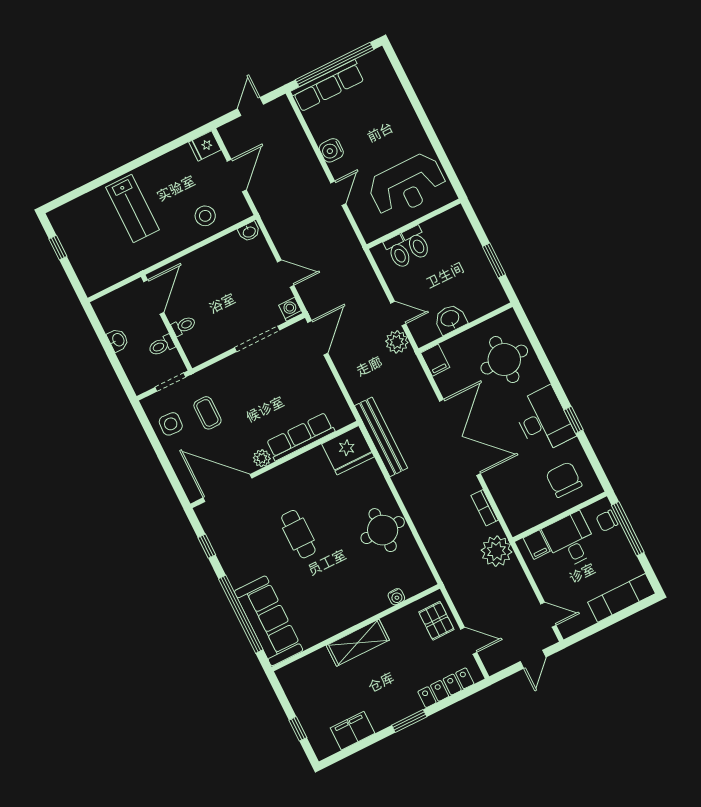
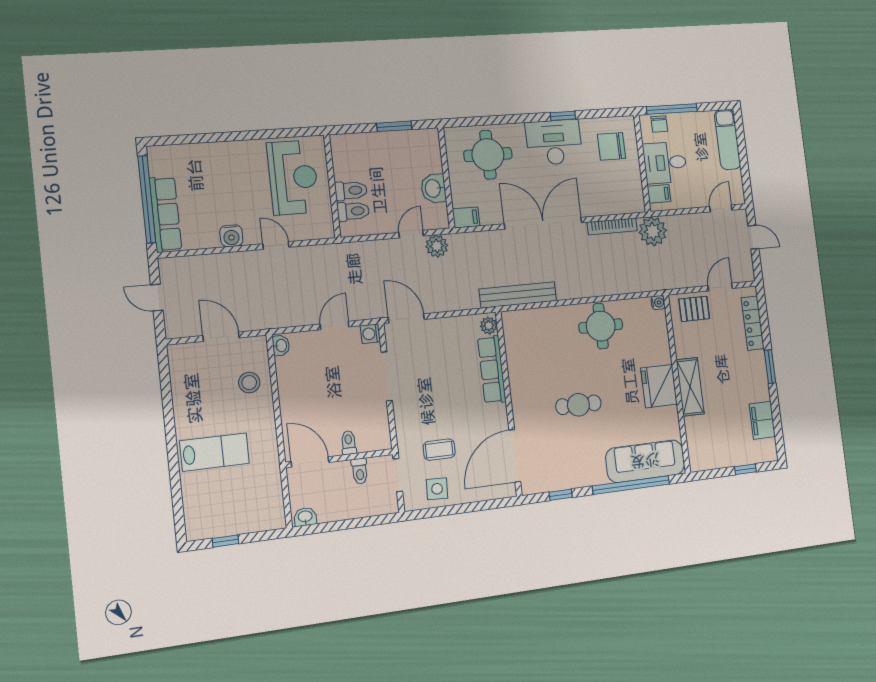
fridge: (205, 146) -> (179, 357), removed
washbasin: (118, 340) -> (305, 517), moved
fridge: (348, 450) -> (659, 386), moved, turned 180
plant: (262, 458) -> (489, 326), moved
bookcase: (485, 508) -> (612, 226), width x1.56
water cooler: (396, 597) -> (658, 303), moved

